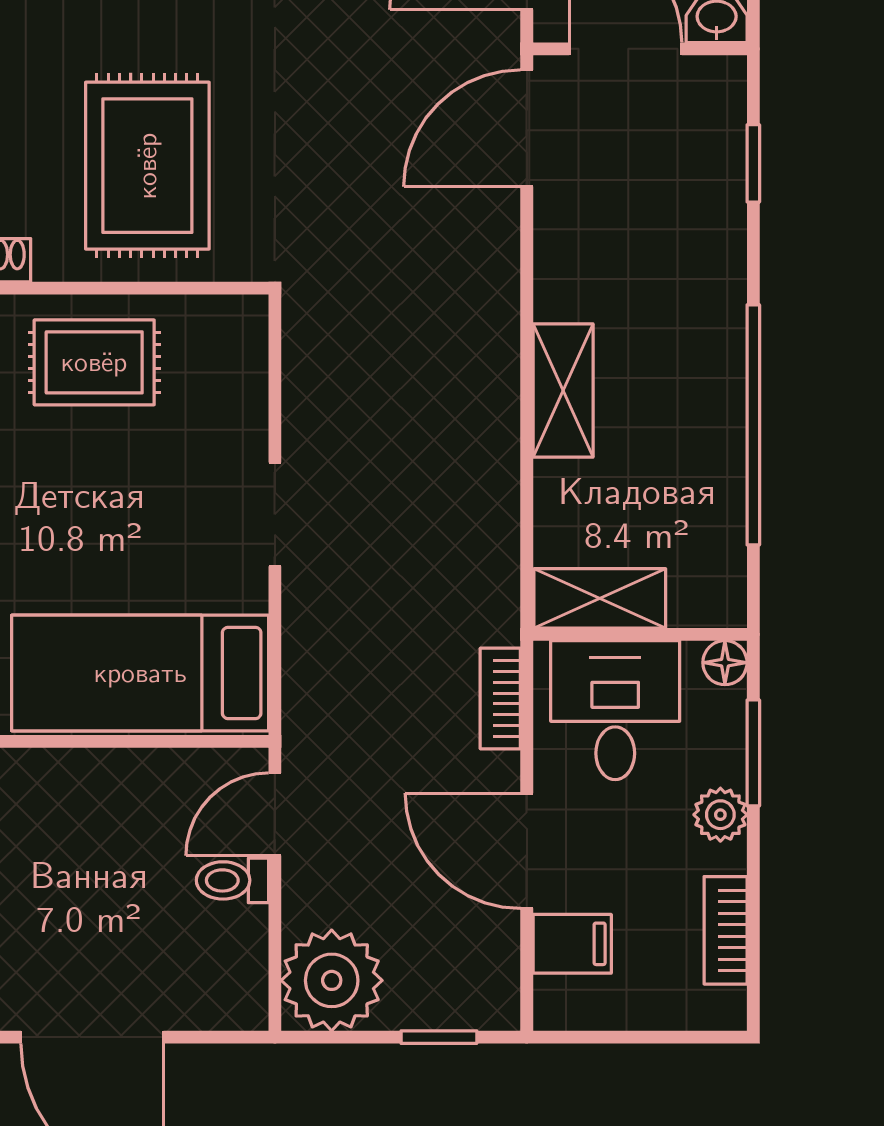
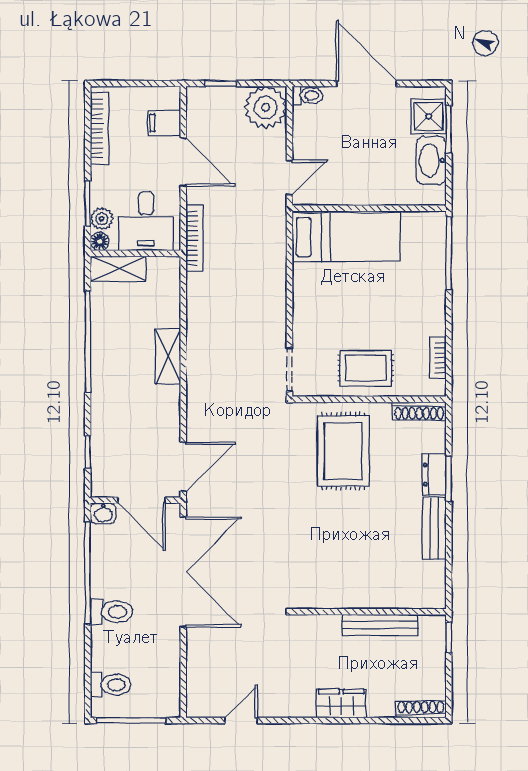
doorway: (275, 514) -> (289, 369), moved
shelving: (600, 598) -> (118, 269), moved
bookcase: (500, 699) -> (194, 238), width x1.56
plant: (720, 815) -> (102, 219), moved
toilet: (232, 880) -> (307, 96), moved
bookcase: (726, 930) -> (99, 129), width x1.56

